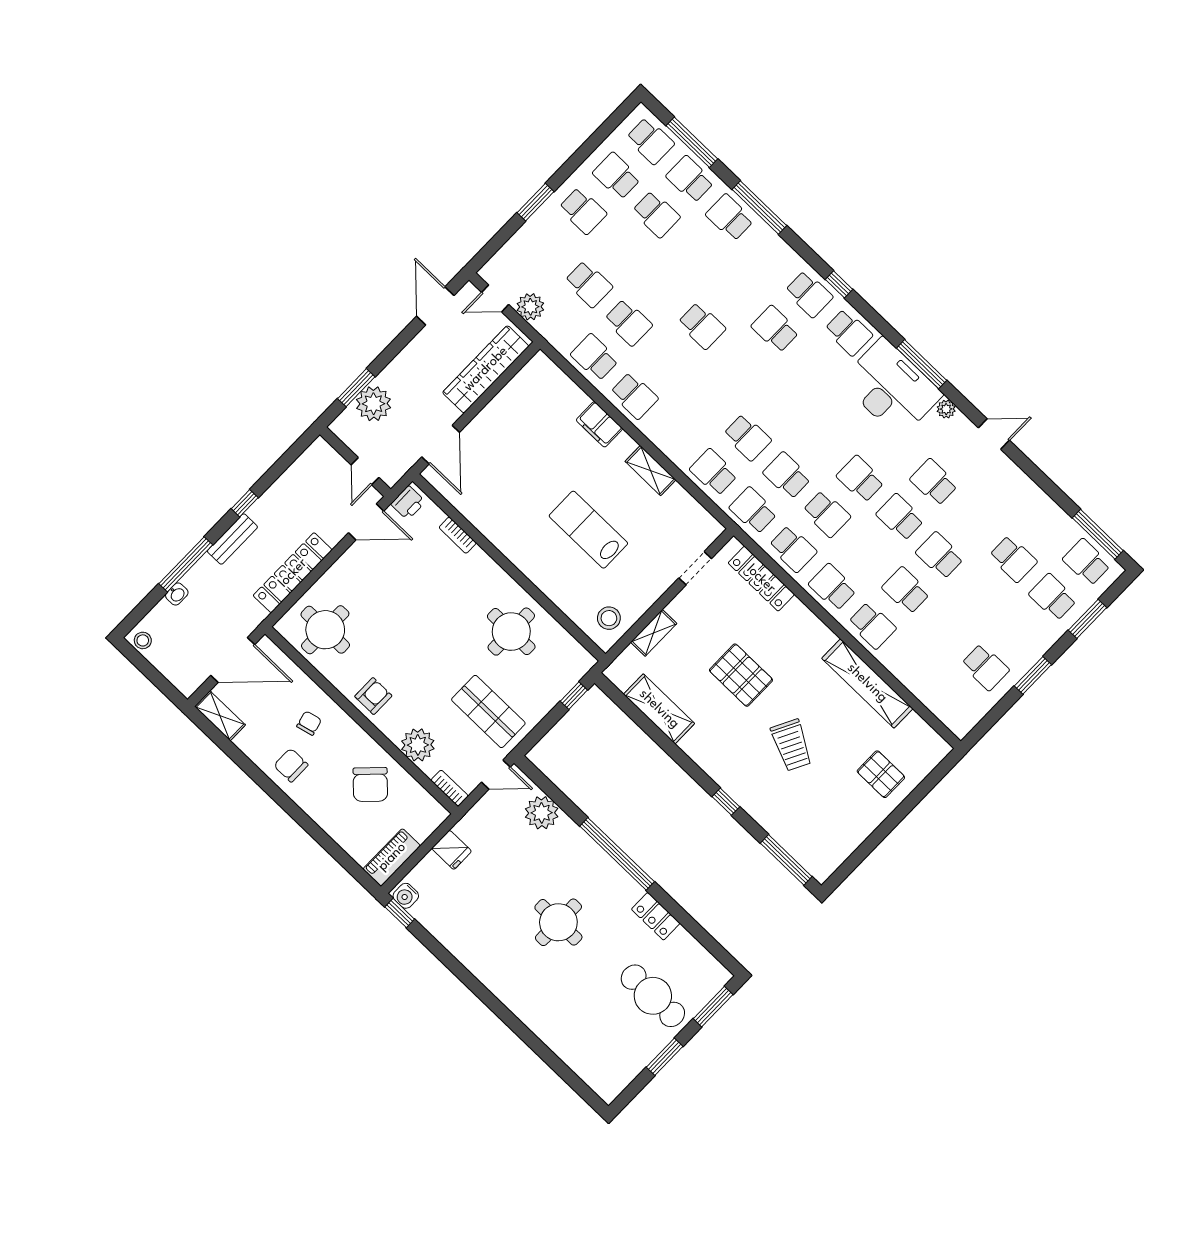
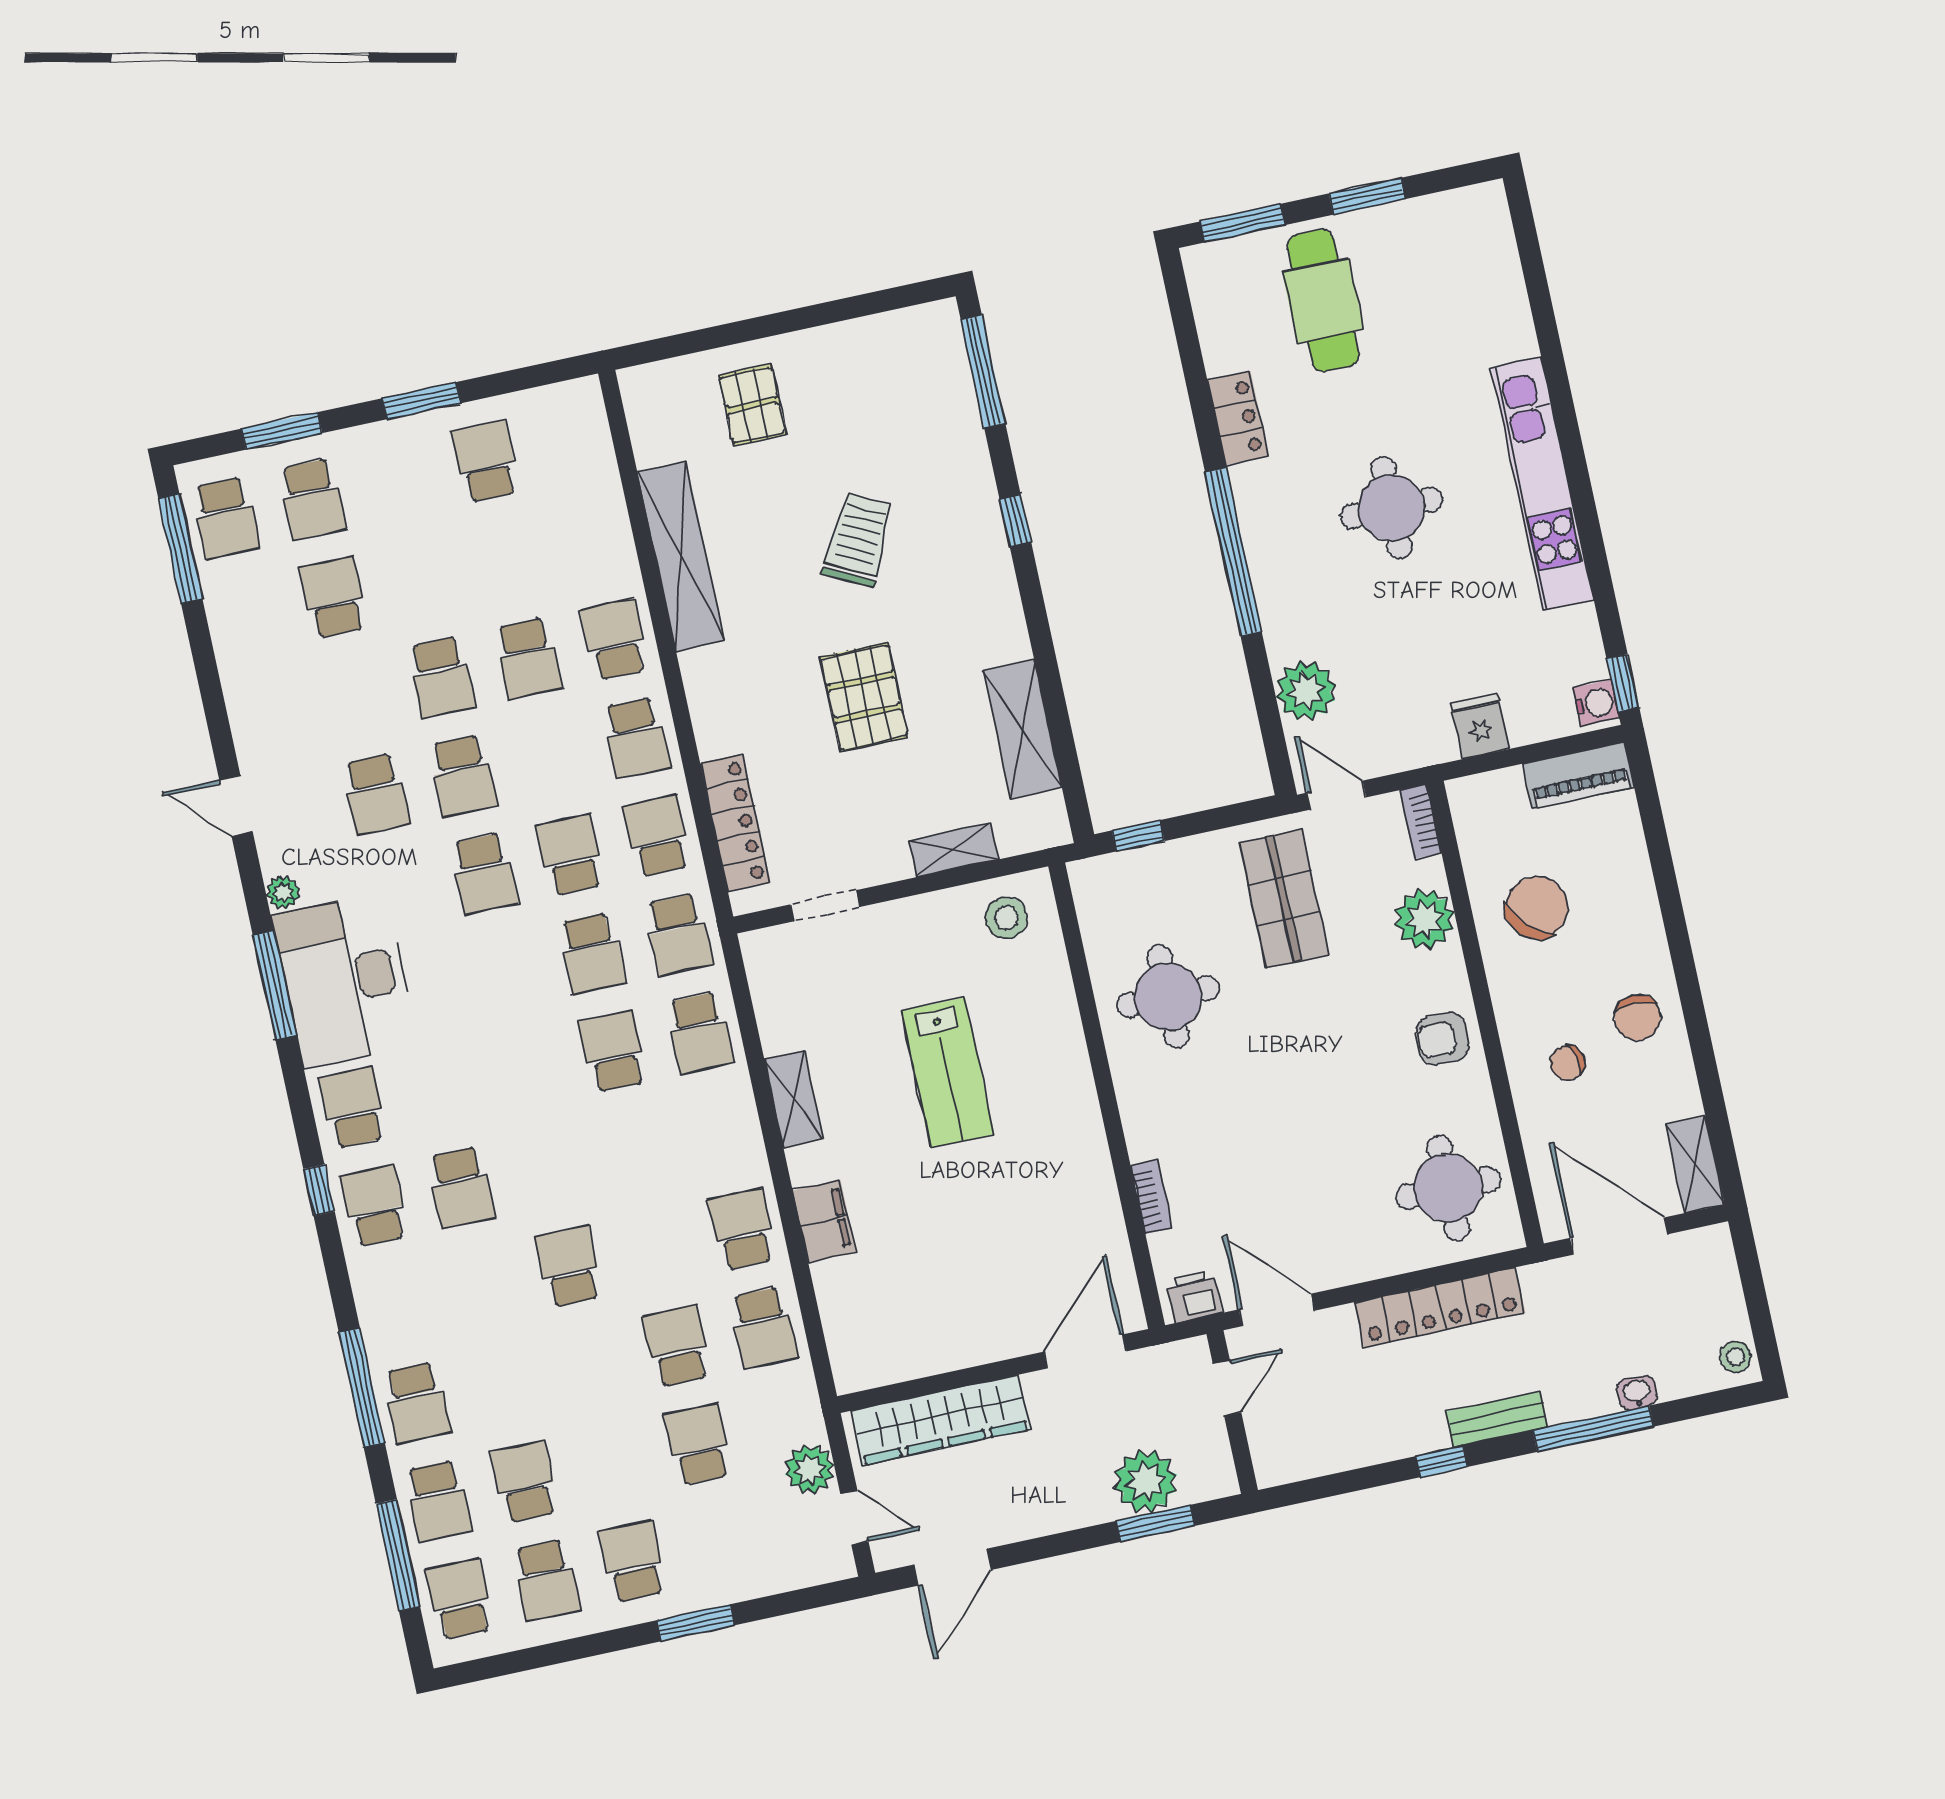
kitchen unit: (497, 979) -> (1542, 484), added

